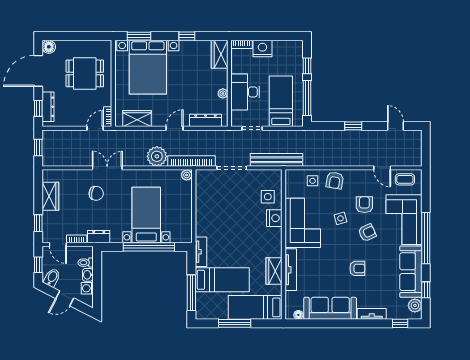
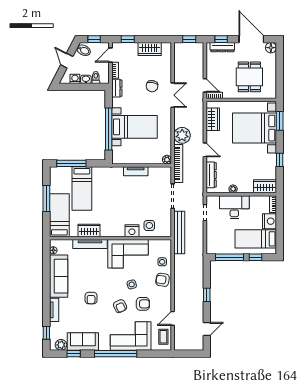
bed: (281, 101) -> (256, 239), moved, turned 180
tv unit: (201, 252) -> (136, 171), moved
sofa: (411, 272) -> (83, 342), width x0.73

